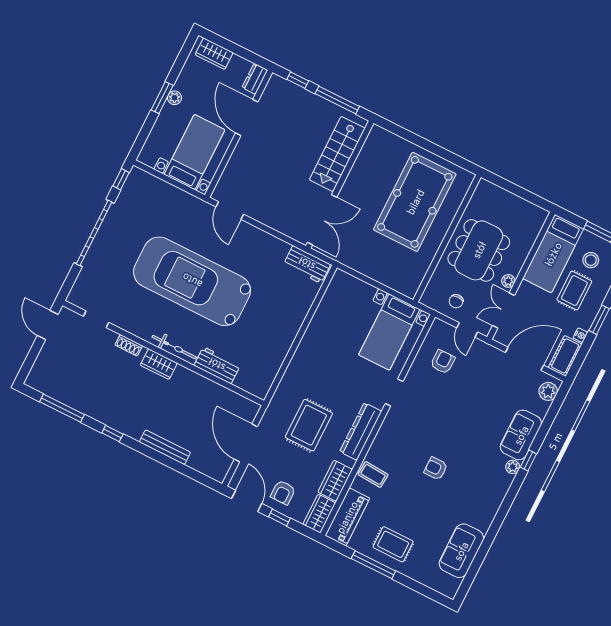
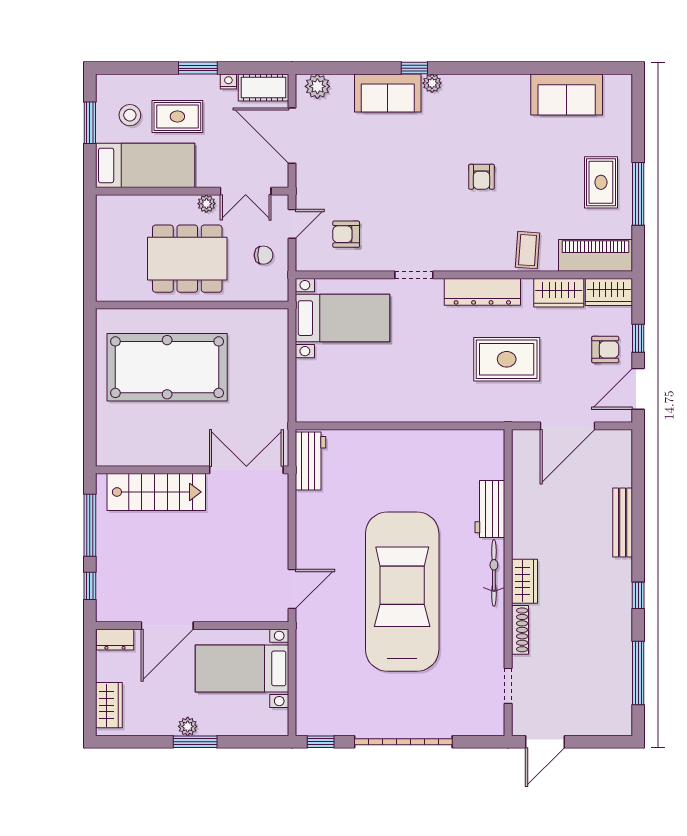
car: (192, 281) -> (402, 592), turned 180
shoe rack: (129, 345) -> (520, 630), width x1.43

